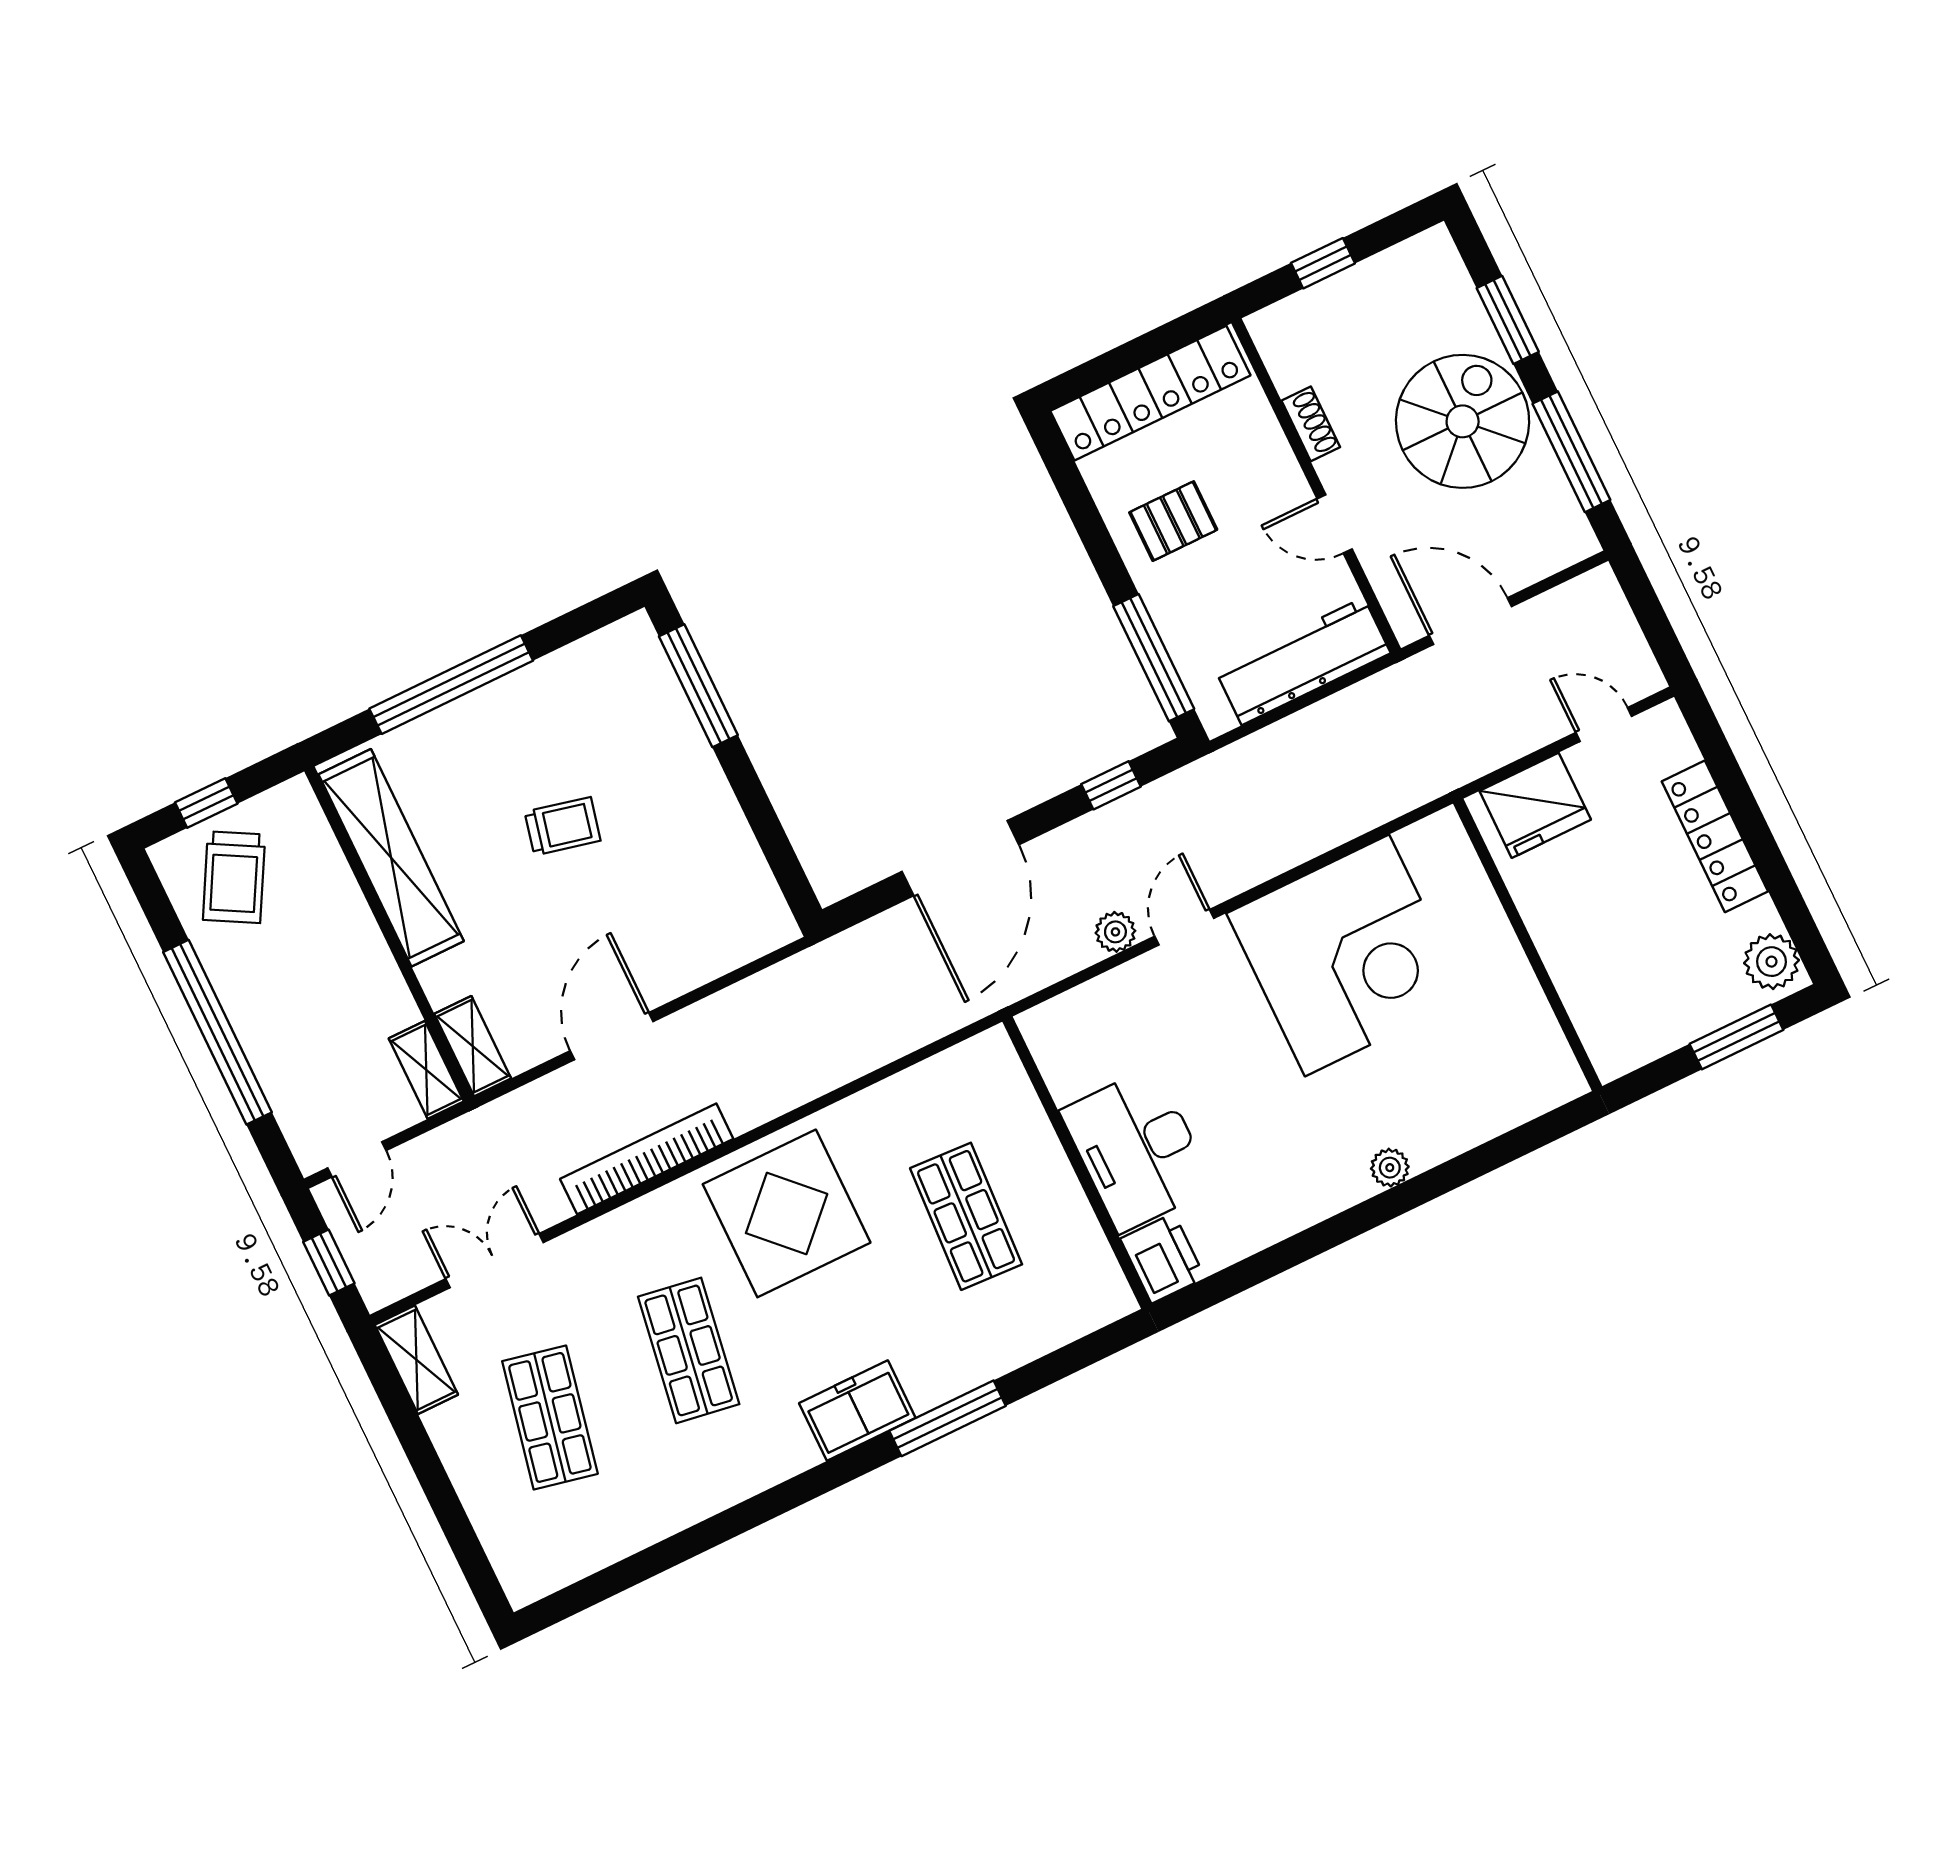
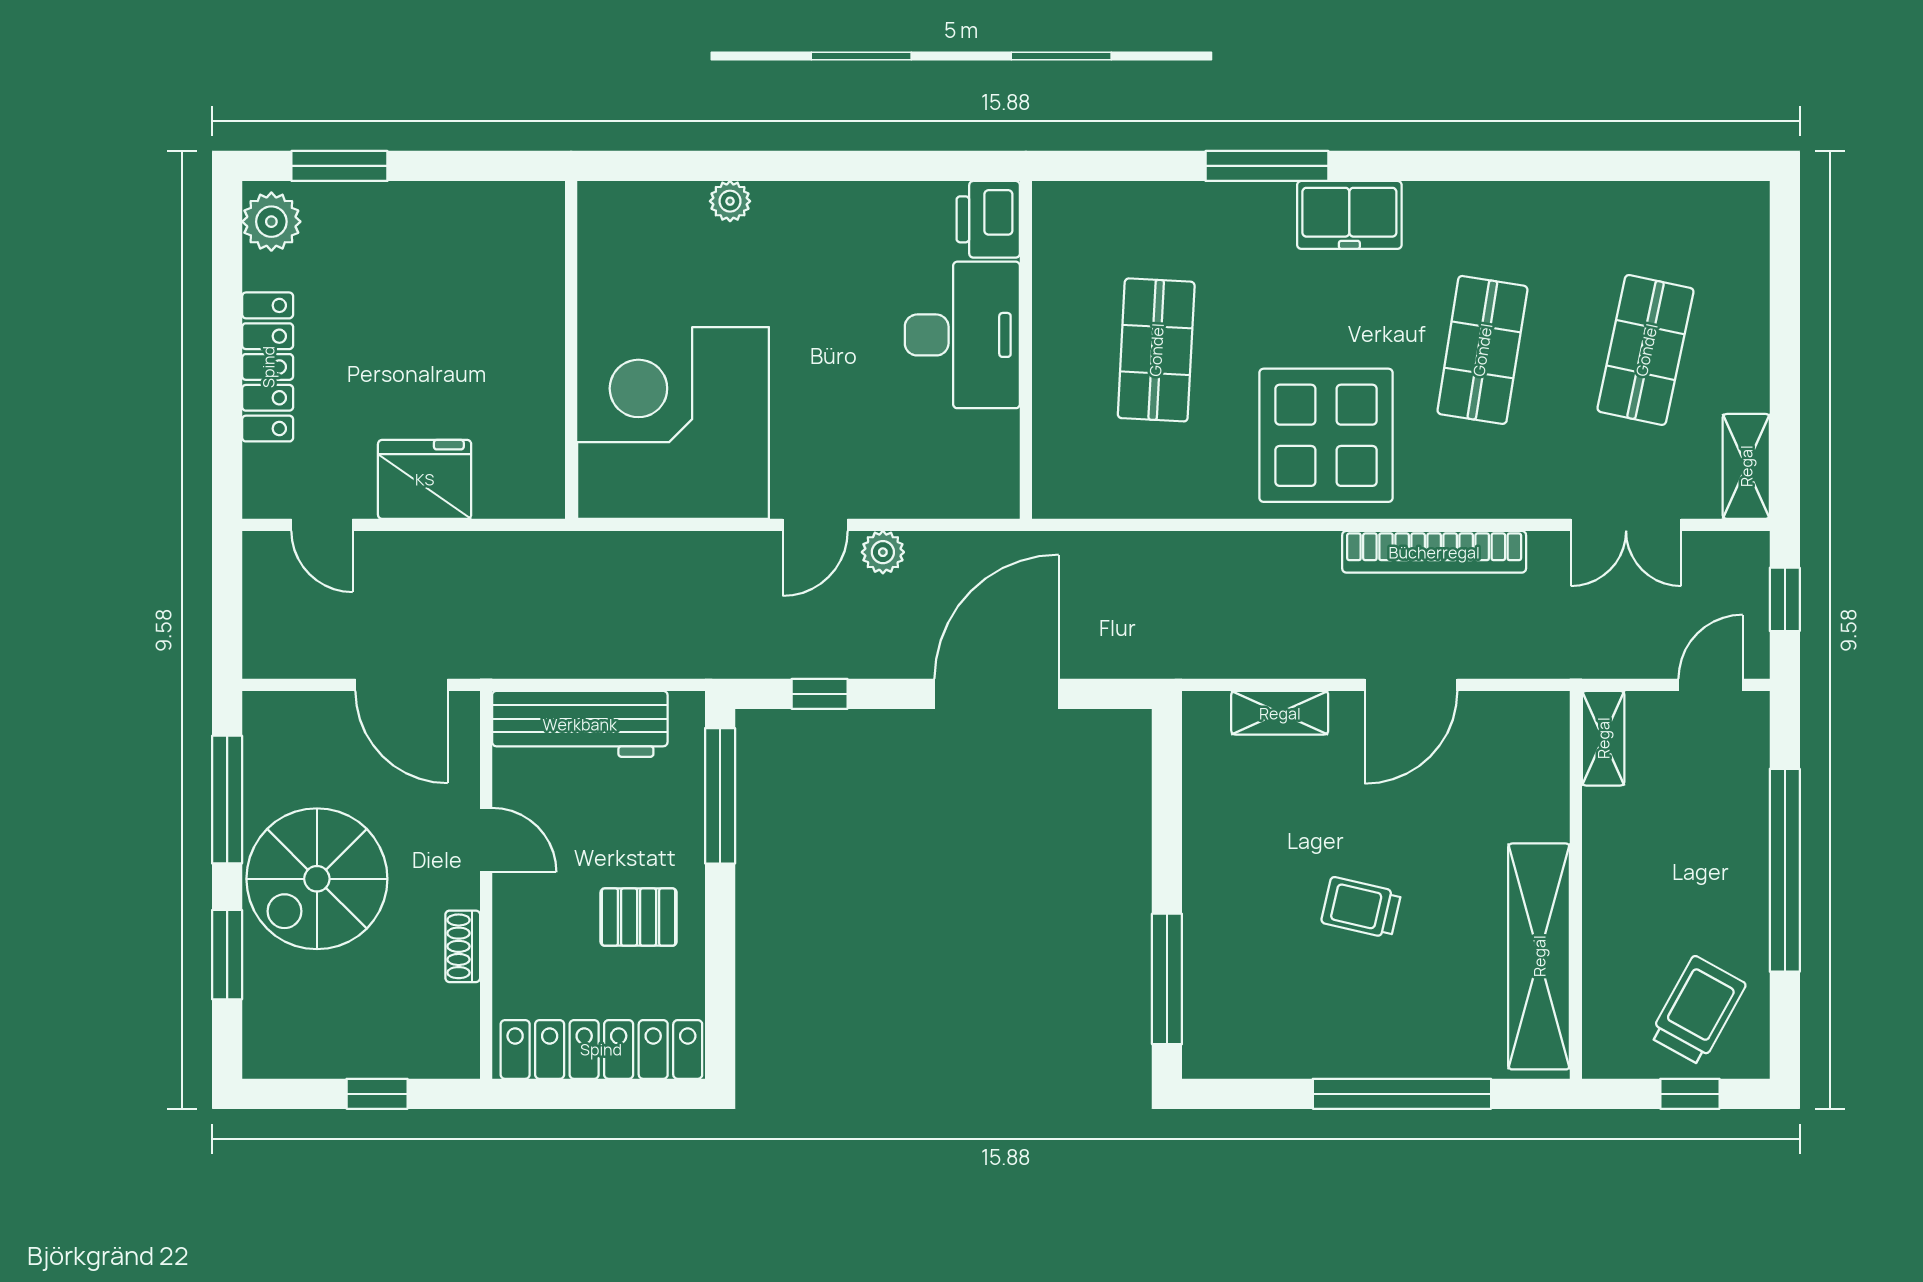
wall: (1528, 945) -> (571, 350), moved
shelving: (473, 1046) -> (1280, 713), moved, turned 90

